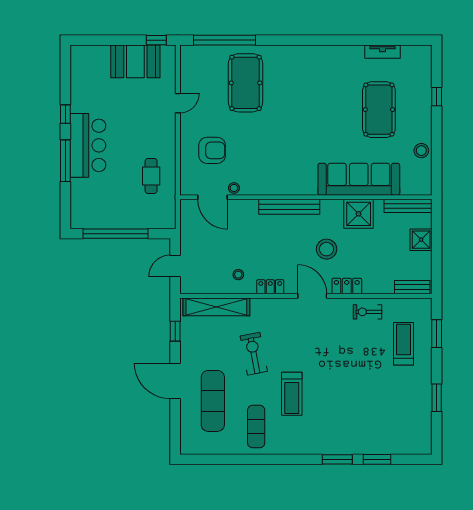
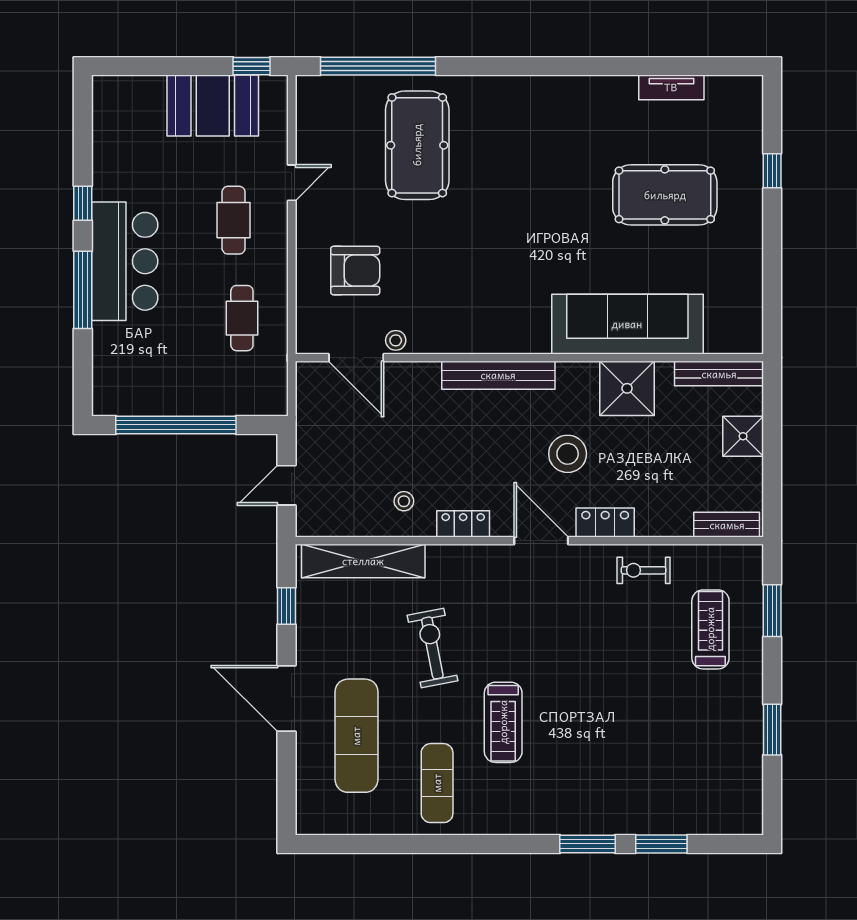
pool table: (379, 110) -> (665, 195), turned 90
cafe table: (147, 123) -> (234, 220), added
stool: (421, 151) -> (744, 271), removed

